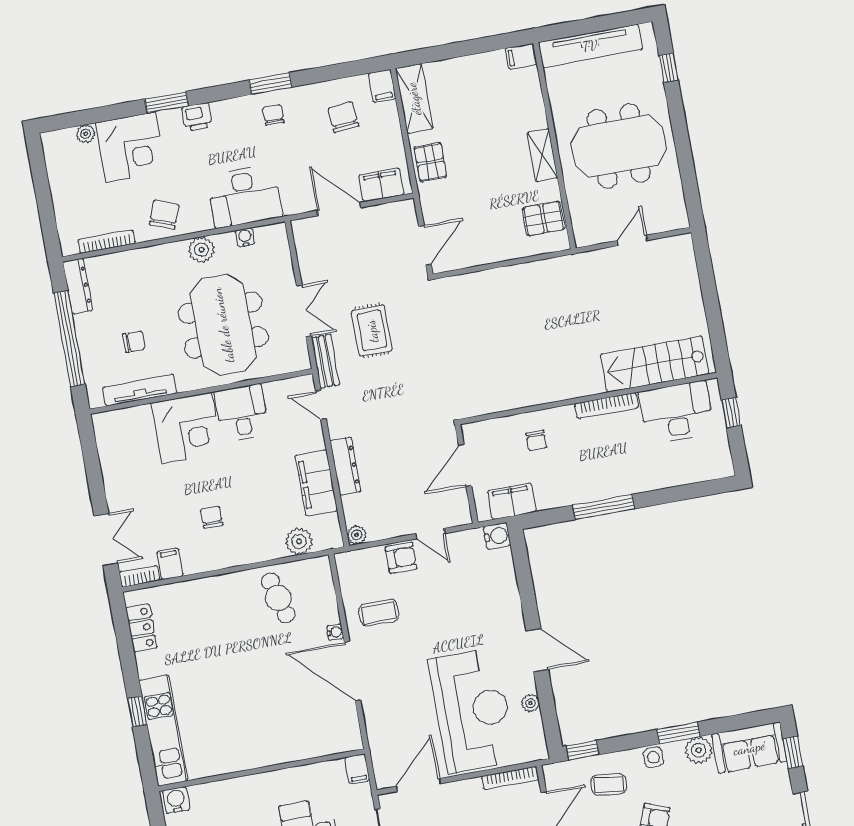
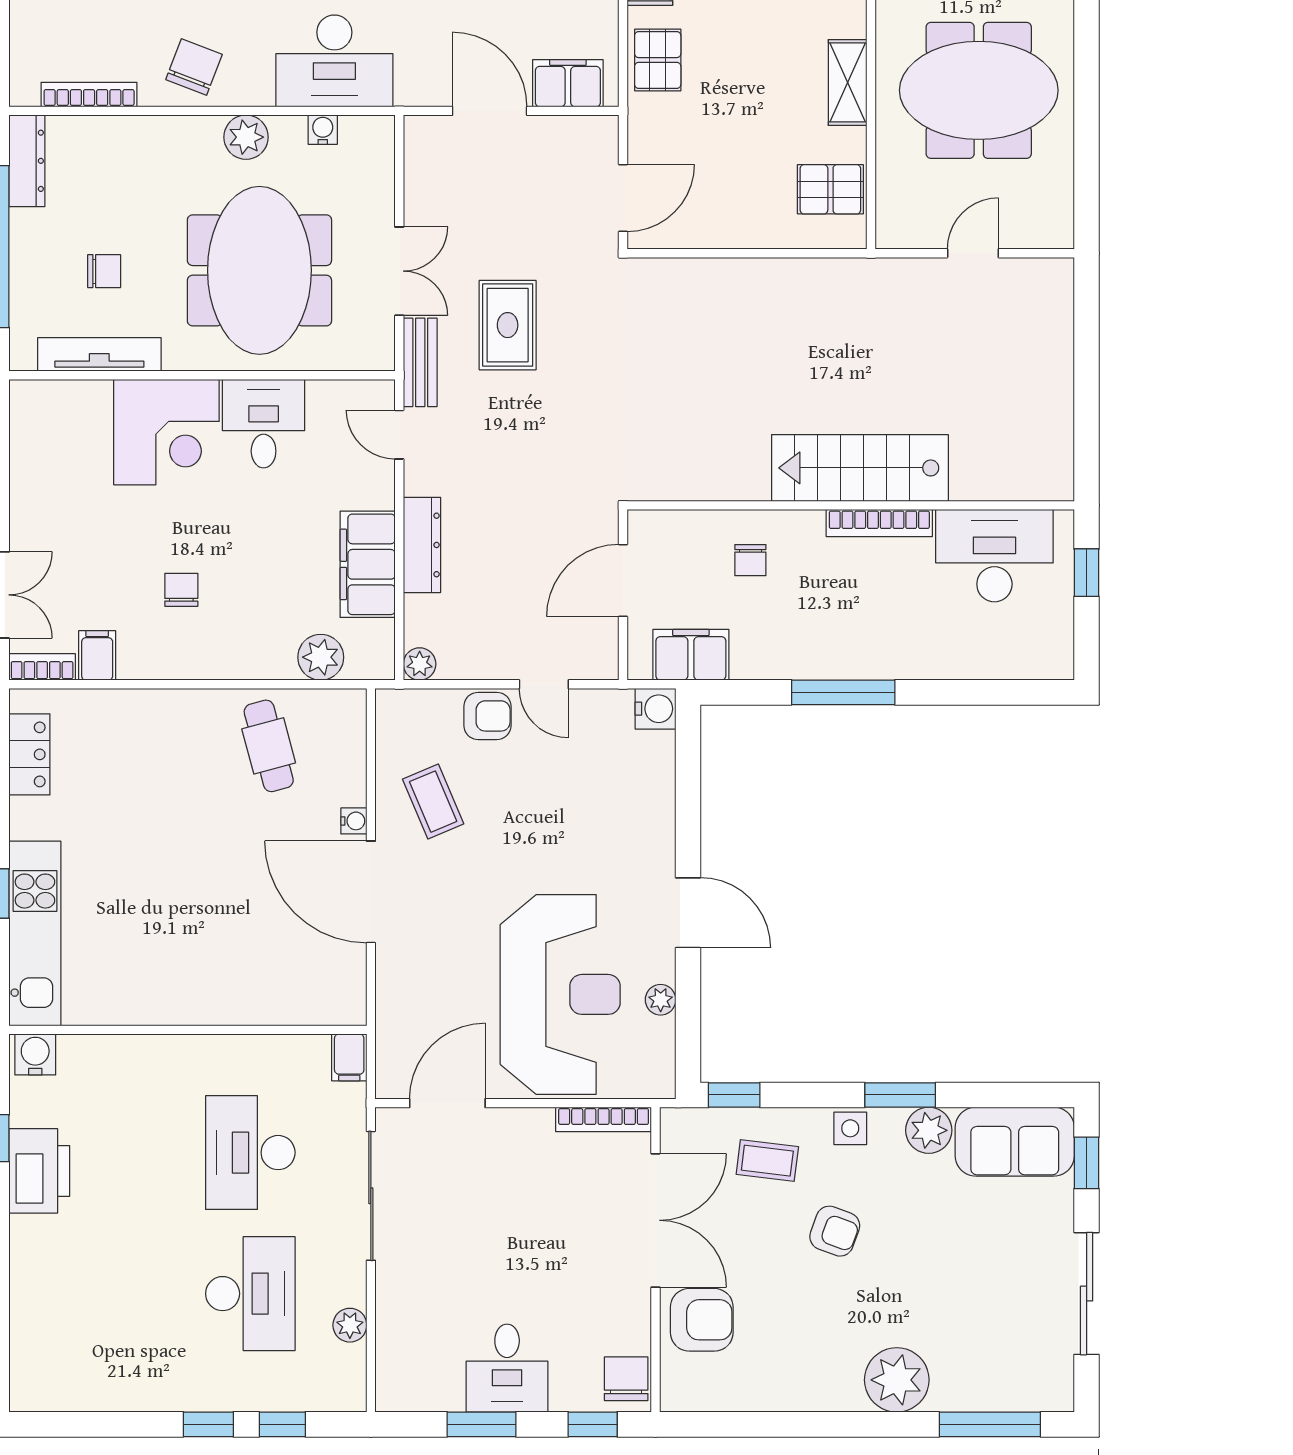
stairs: (655, 364) -> (860, 468), moved
coffee table: (379, 613) -> (433, 802), turned 67

